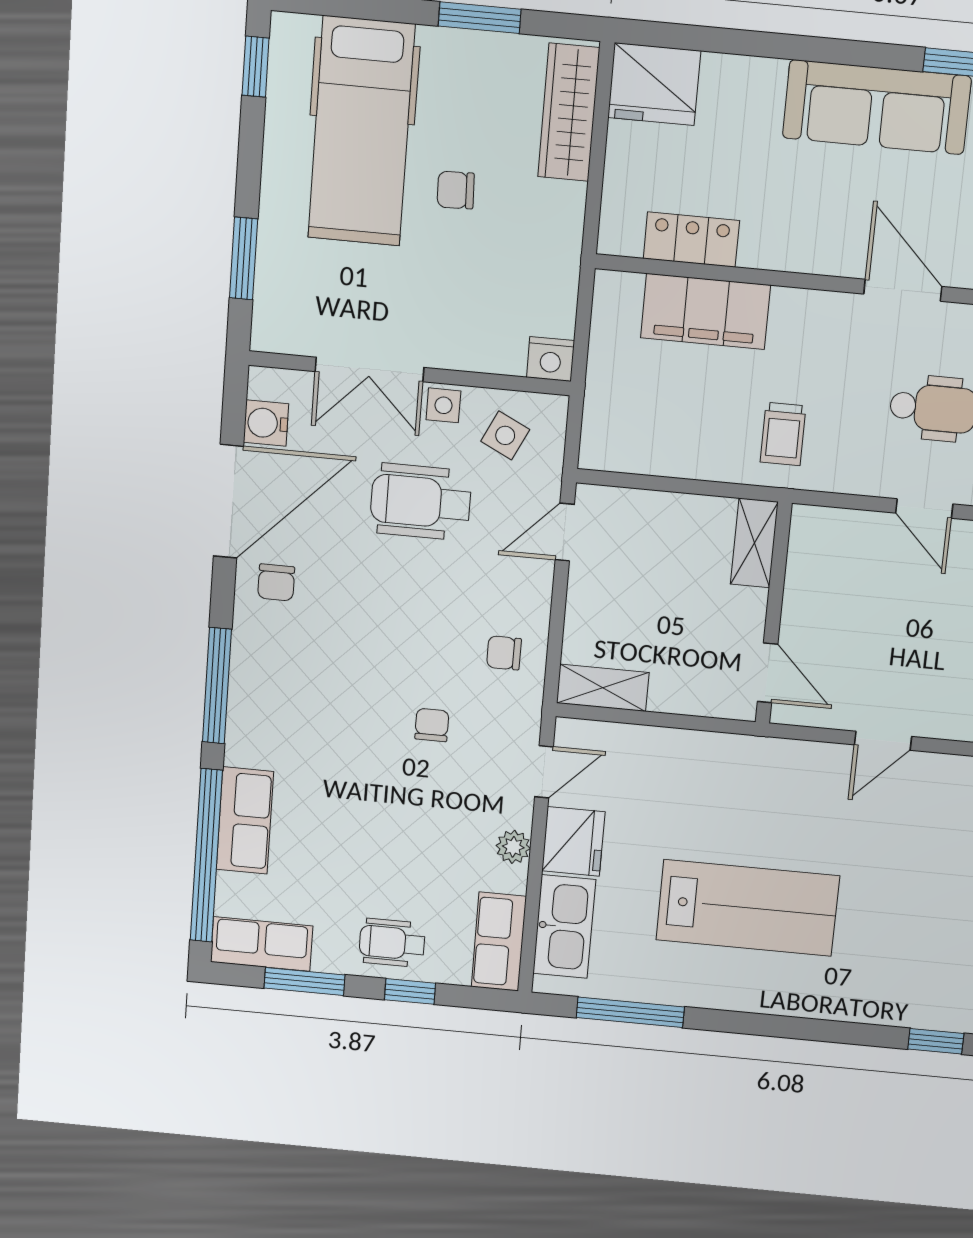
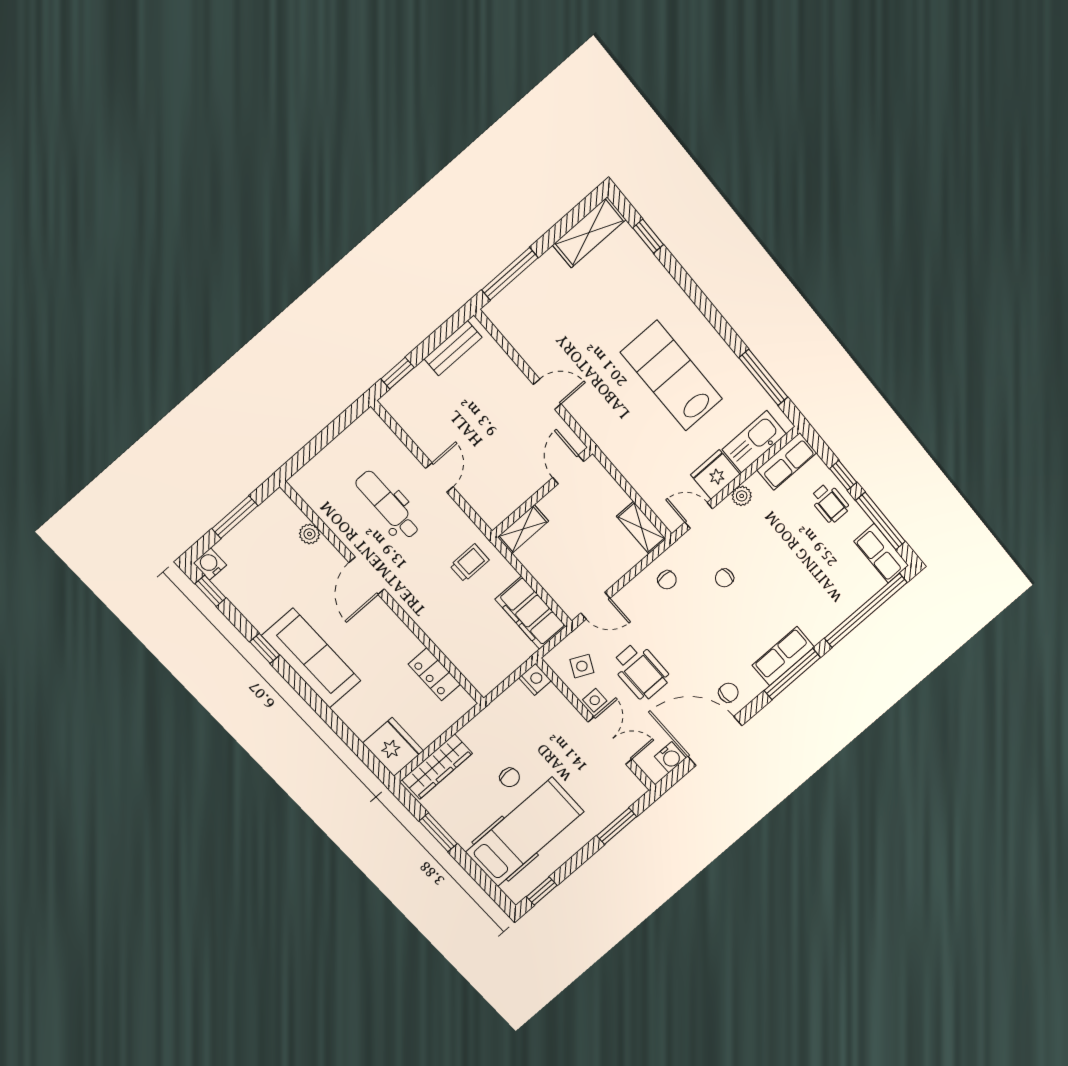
filing cabinet: (706, 311) -> (531, 613), moved, turned 180
row of seats: (245, 820) -> (783, 656), moved
window: (304, 981) -> (880, 521), width x1.44

